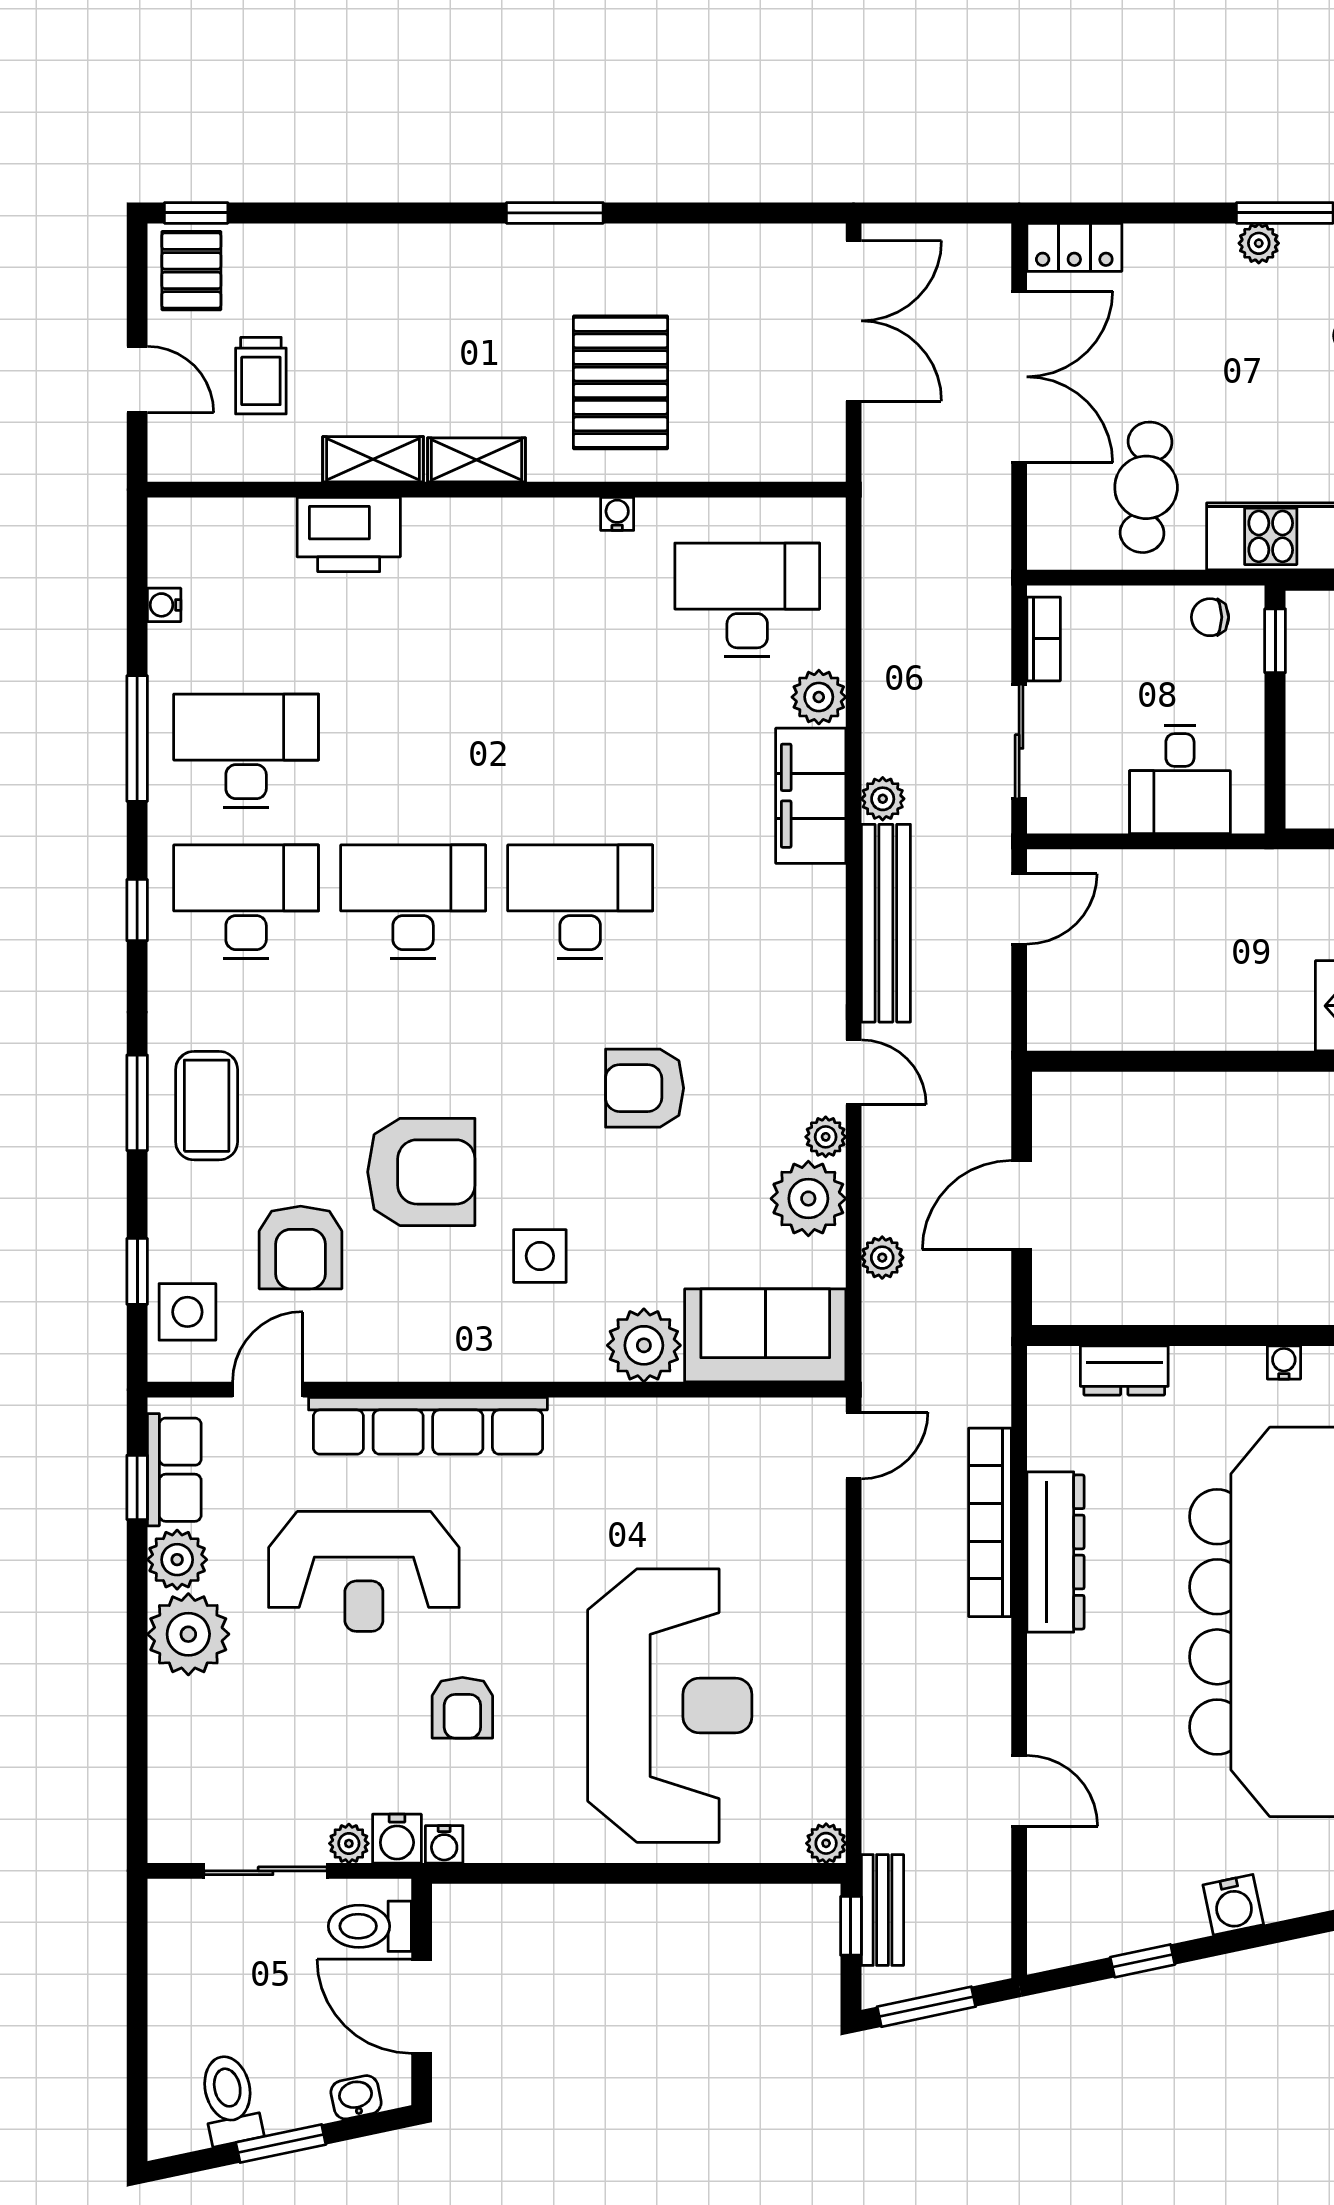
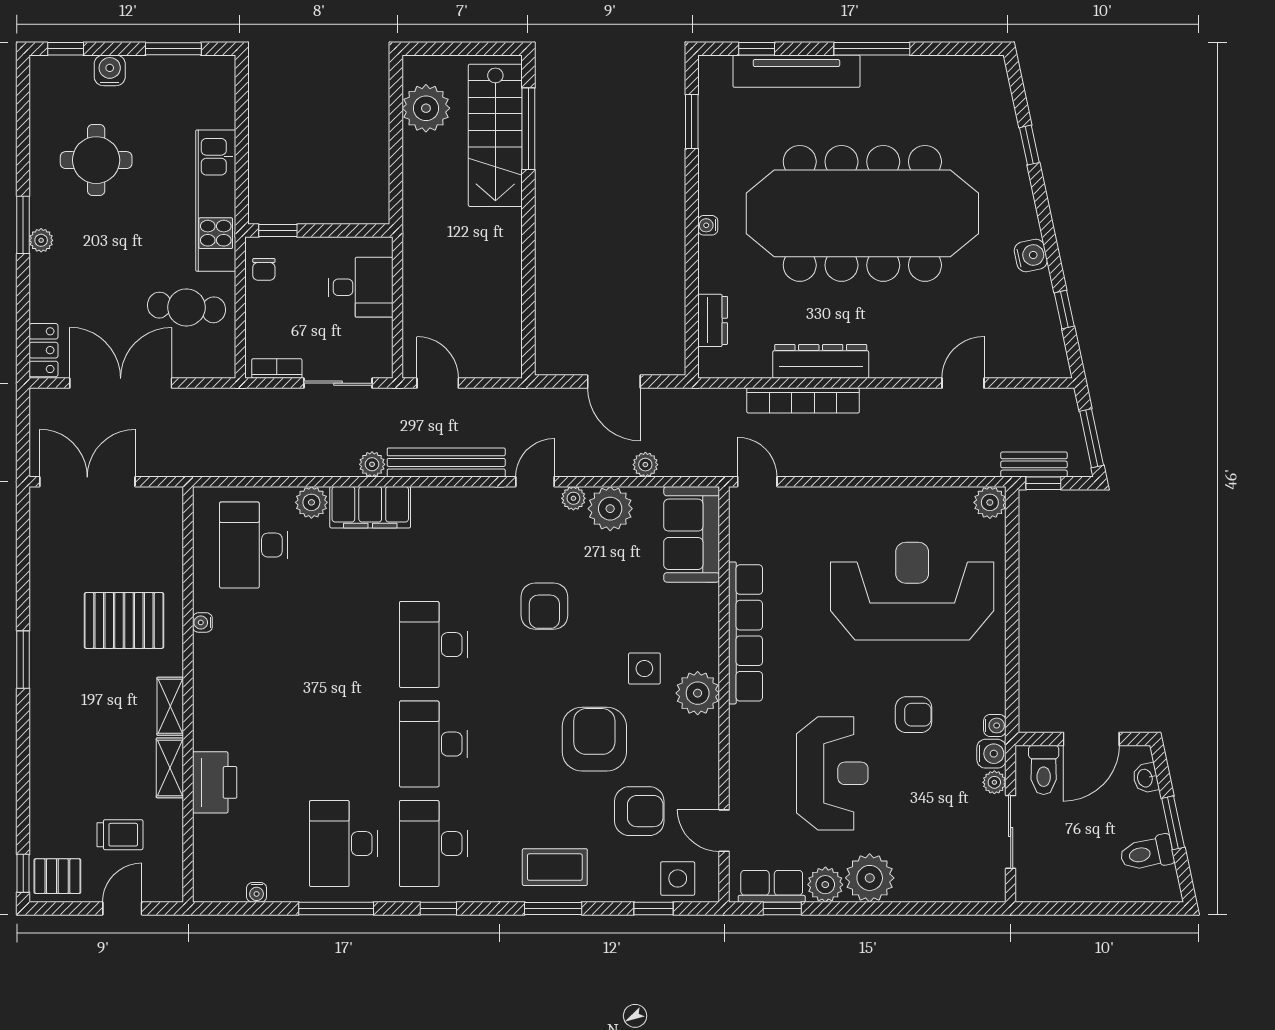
plant: (644, 1345) -> (698, 693), moved
row of seats: (428, 1426) -> (746, 633), moved
plant: (826, 1843) -> (990, 502), width x1.38, depth x1.38

